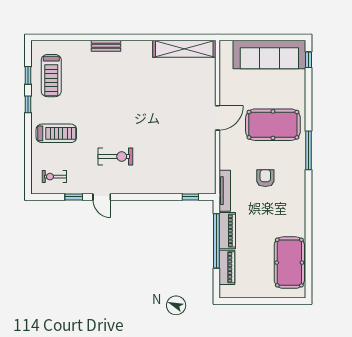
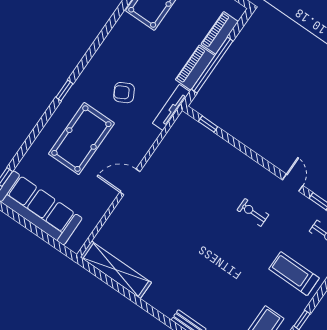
pool table: (273, 125) -> (81, 139), turned 90
window: (309, 150) -> (64, 91), width x0.46
exercise bike: (115, 156) -> (253, 212), width x0.73, depth x0.72
armchair: (265, 178) -> (124, 93), turned 62

